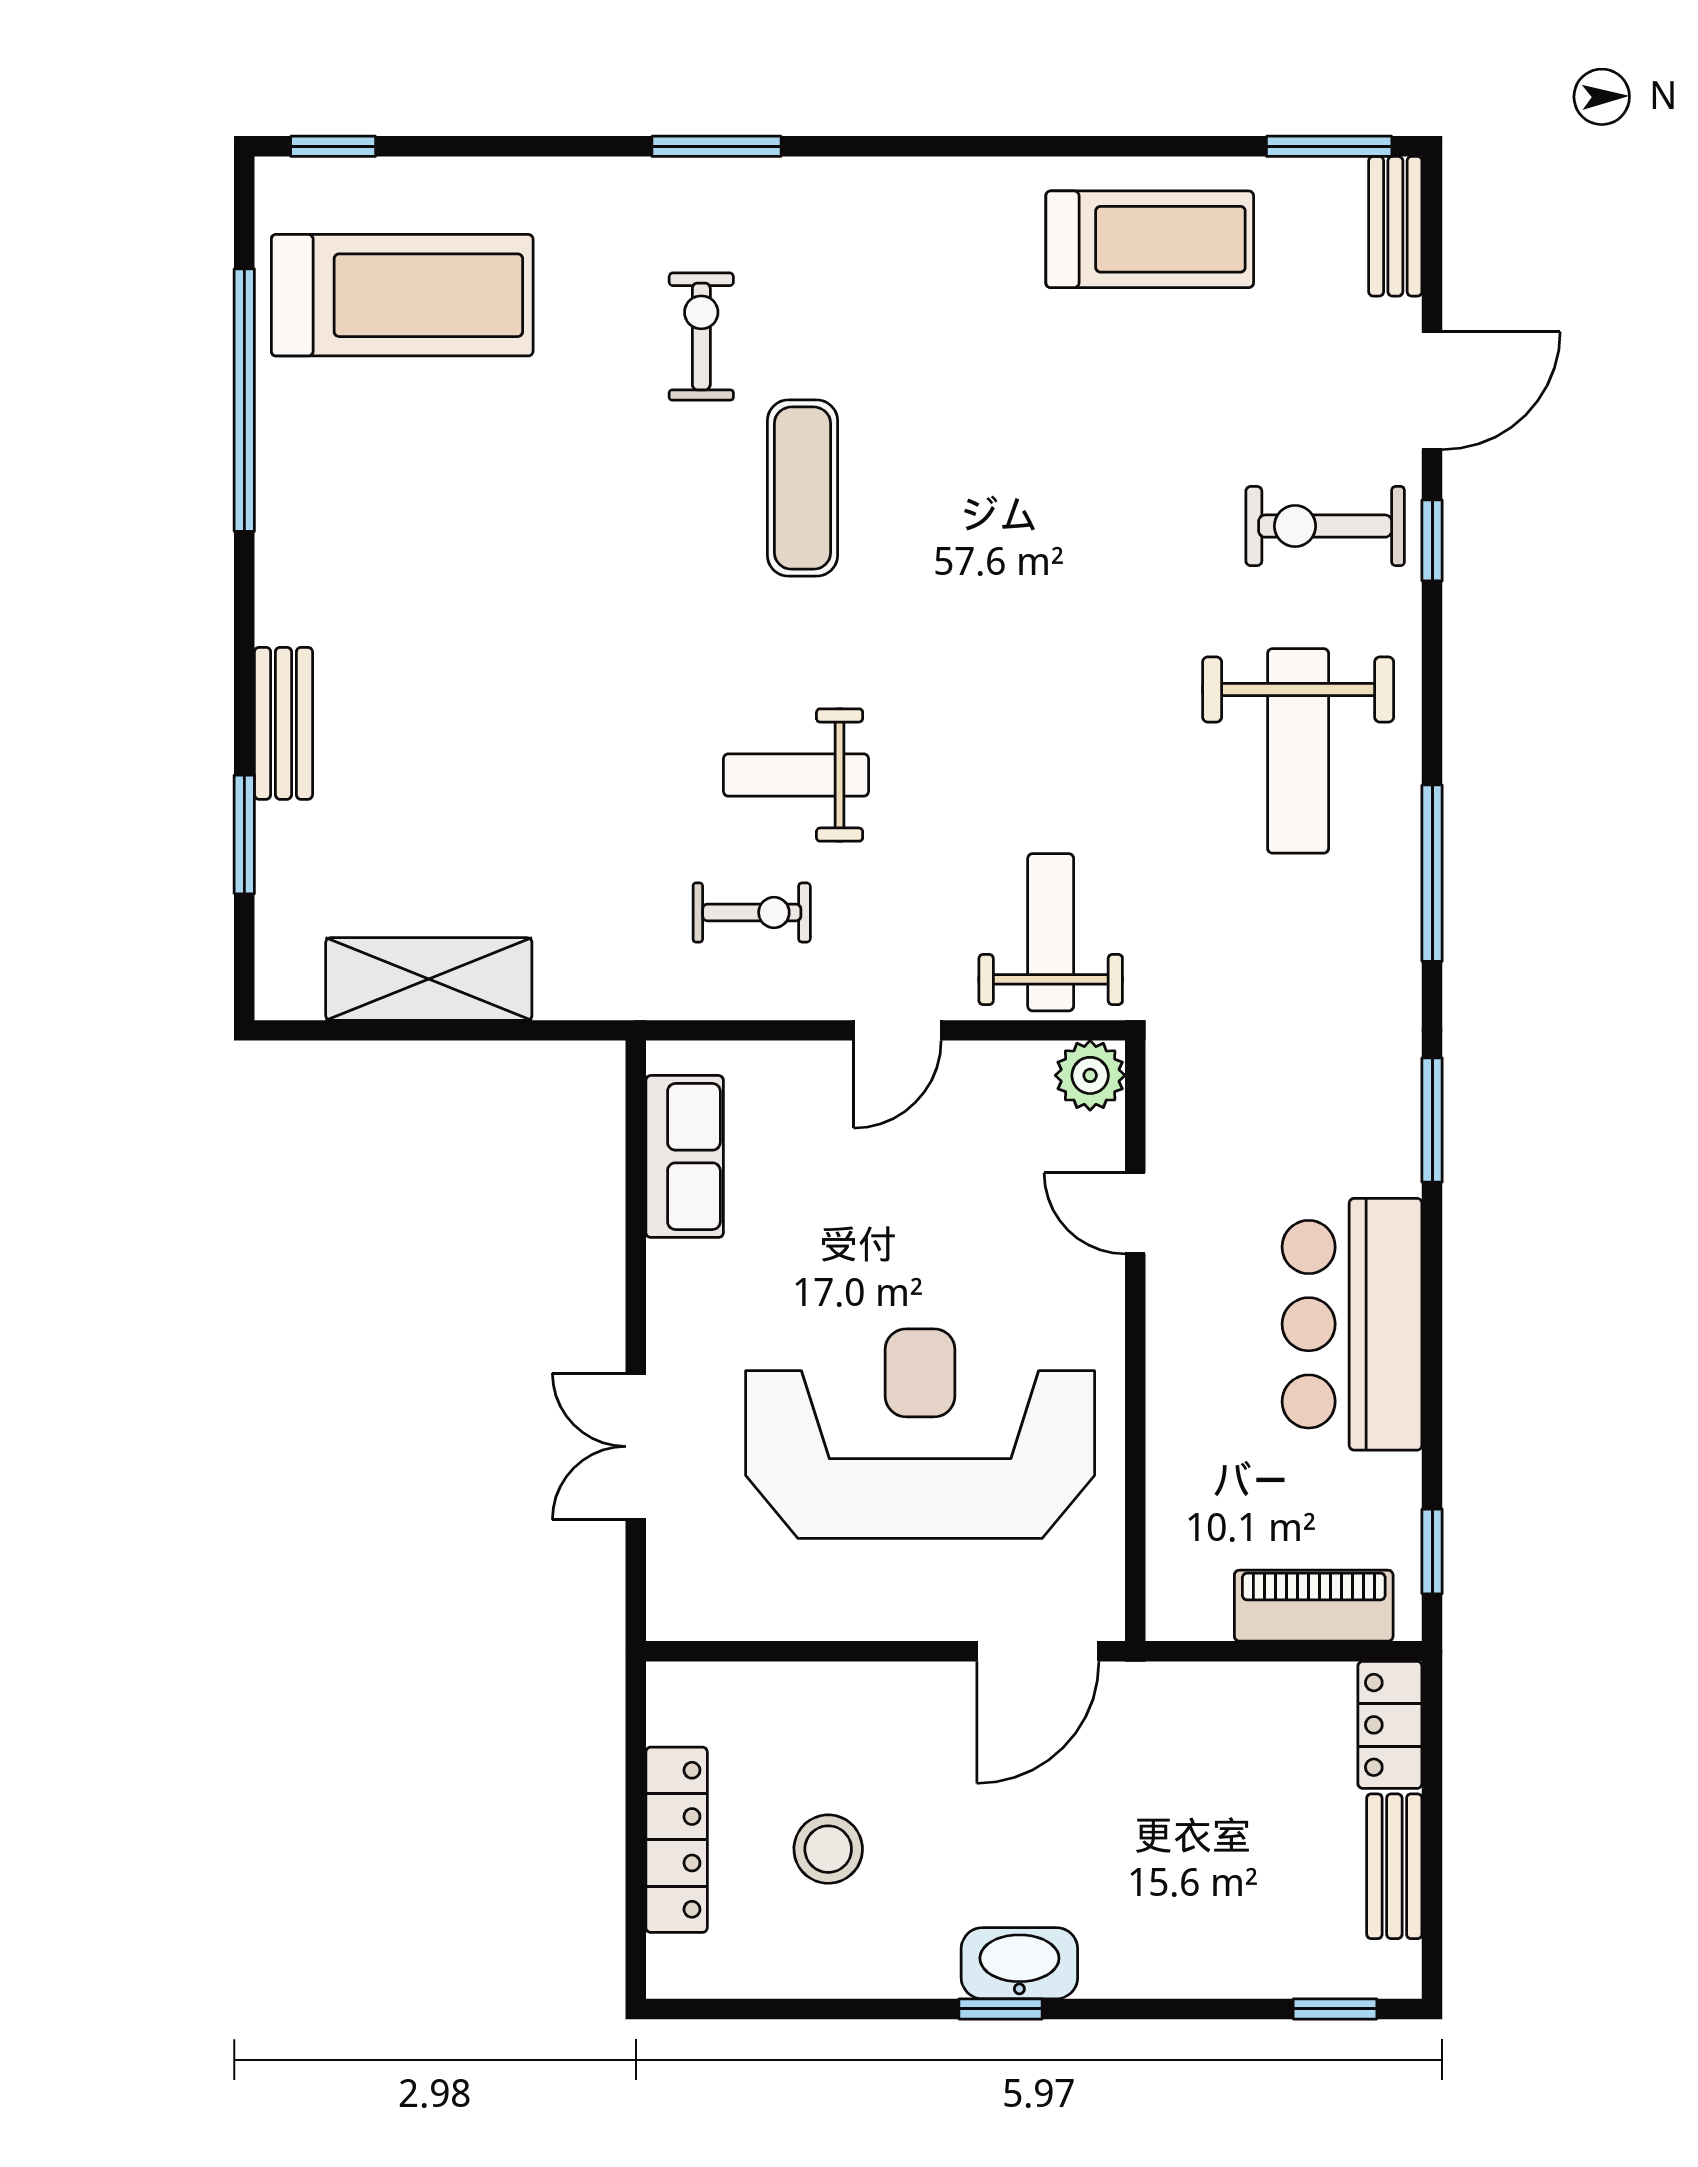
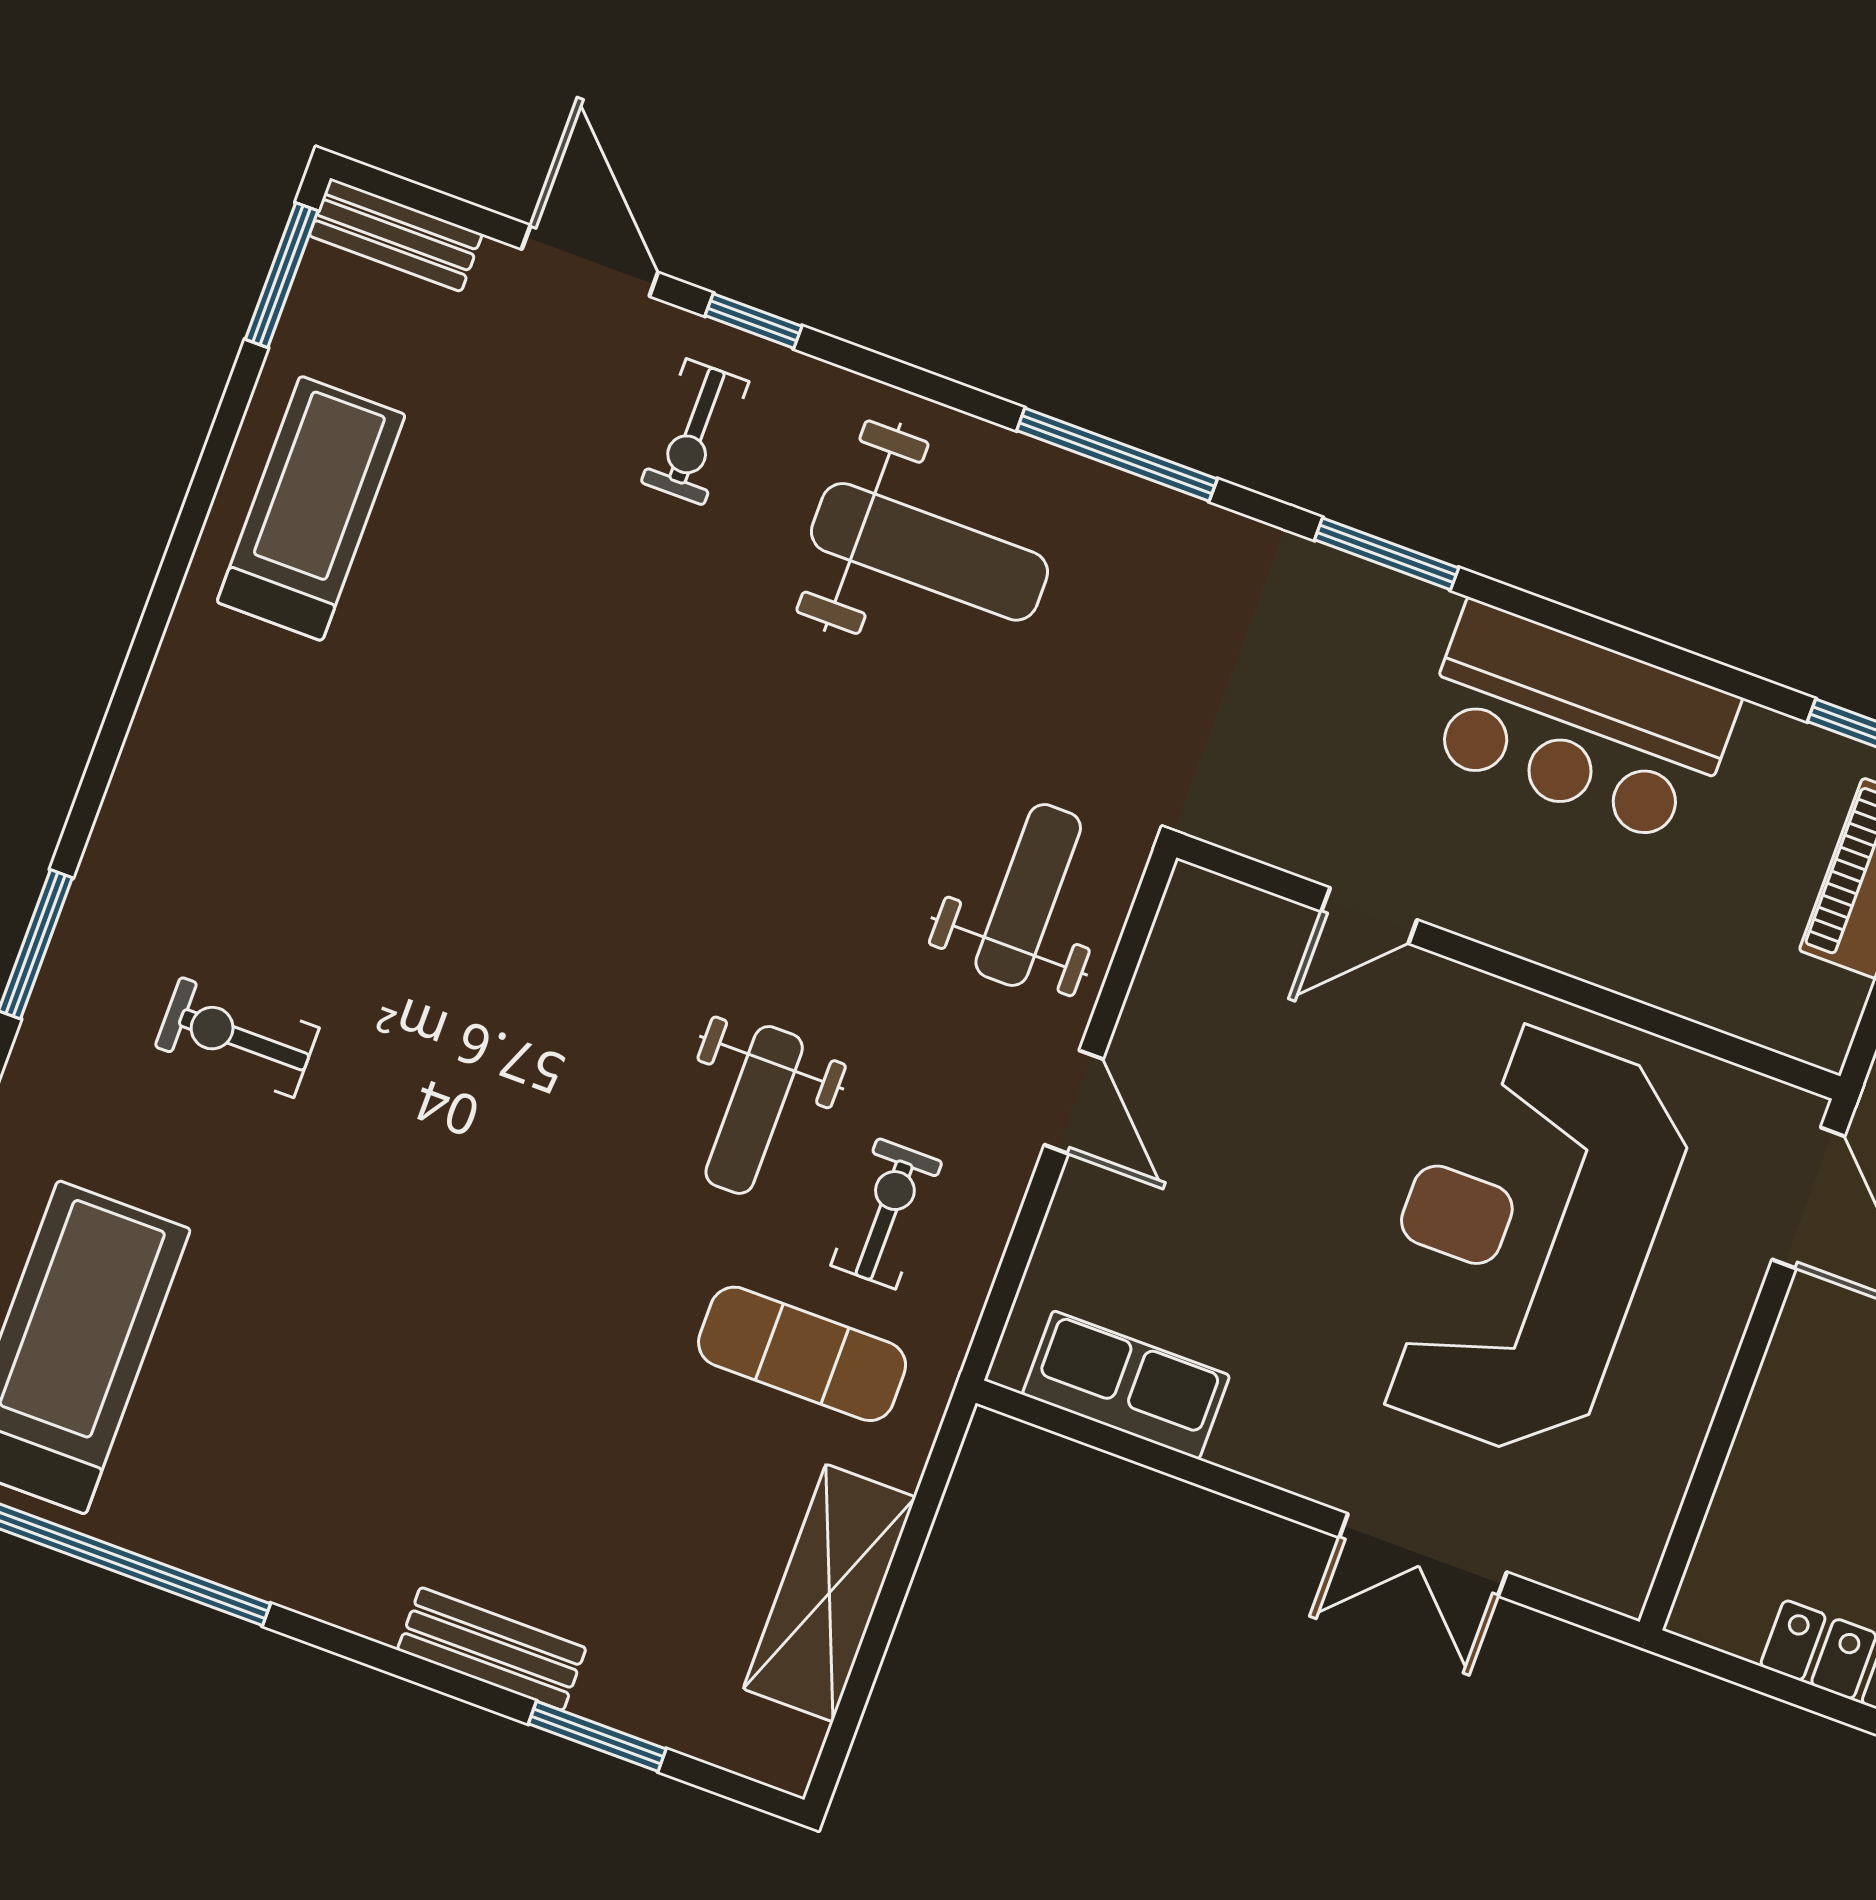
exercise mat: (803, 488) -> (802, 1354), moved
exercise bike: (1325, 526) -> (695, 432), width x0.73, depth x0.72
weight bench: (1051, 932) -> (1028, 895), turned 90
plant: (1090, 1075) -> (1200, 909), removed

